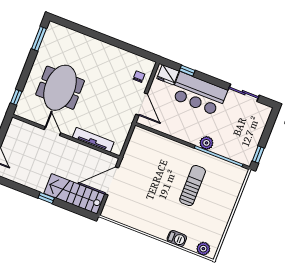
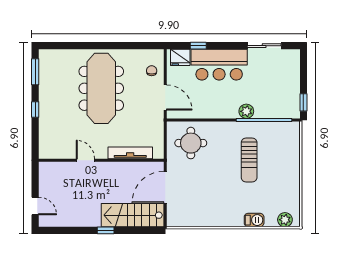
meeting table: (60, 88) -> (101, 88), moved, width x1.36
window: (16, 97) -> (35, 110), moved
round table: (148, 152) -> (191, 143), added
sun lounger: (193, 186) -> (249, 160), turned 180

